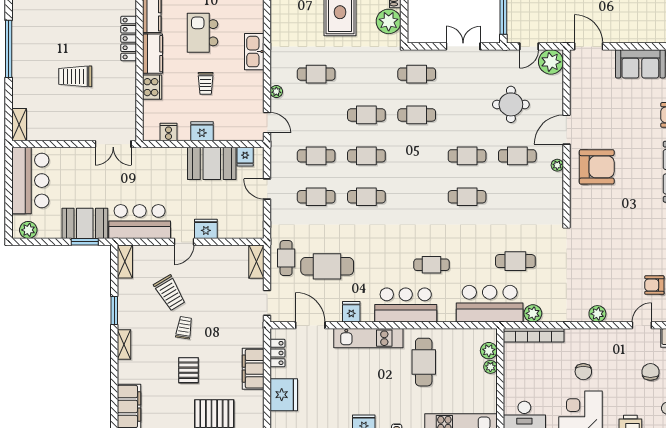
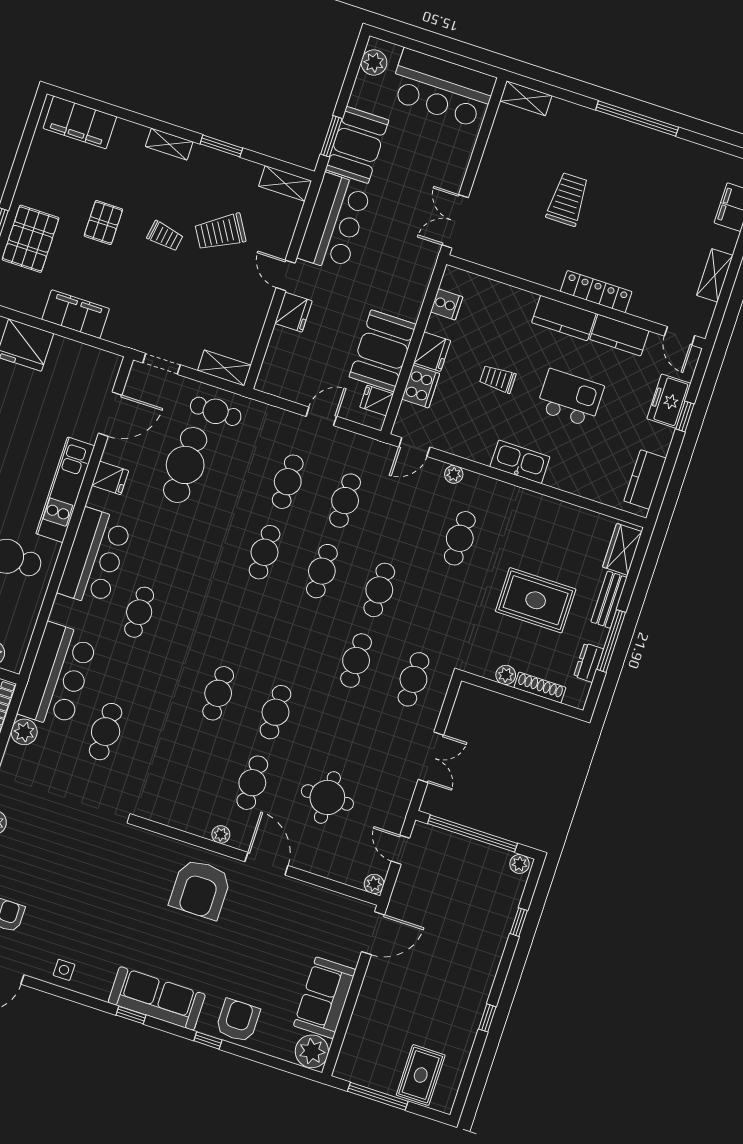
plant: (389, 21) -> (506, 675), width x0.53, depth x0.53
plant: (551, 62) -> (374, 884), width x0.53, depth x0.53
cooker: (152, 87) -> (421, 386), moved, turned -90
locker: (278, 353) -> (86, 356), removed
pallet: (188, 370) -> (103, 223), turned 90

